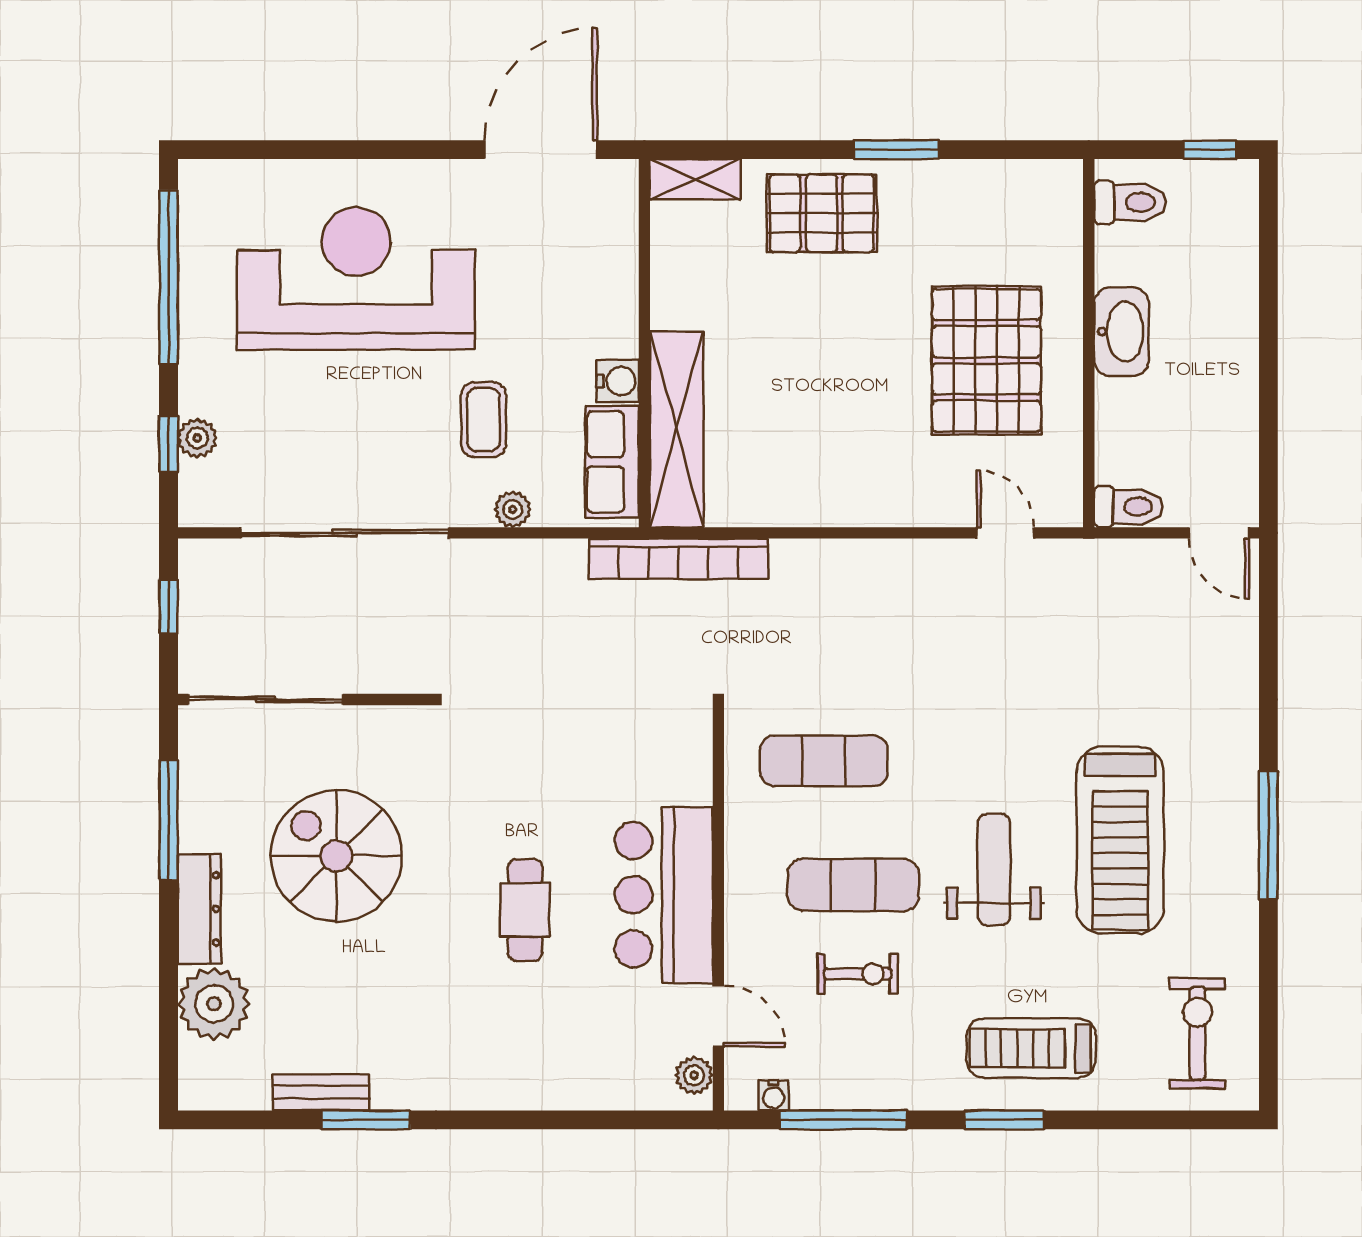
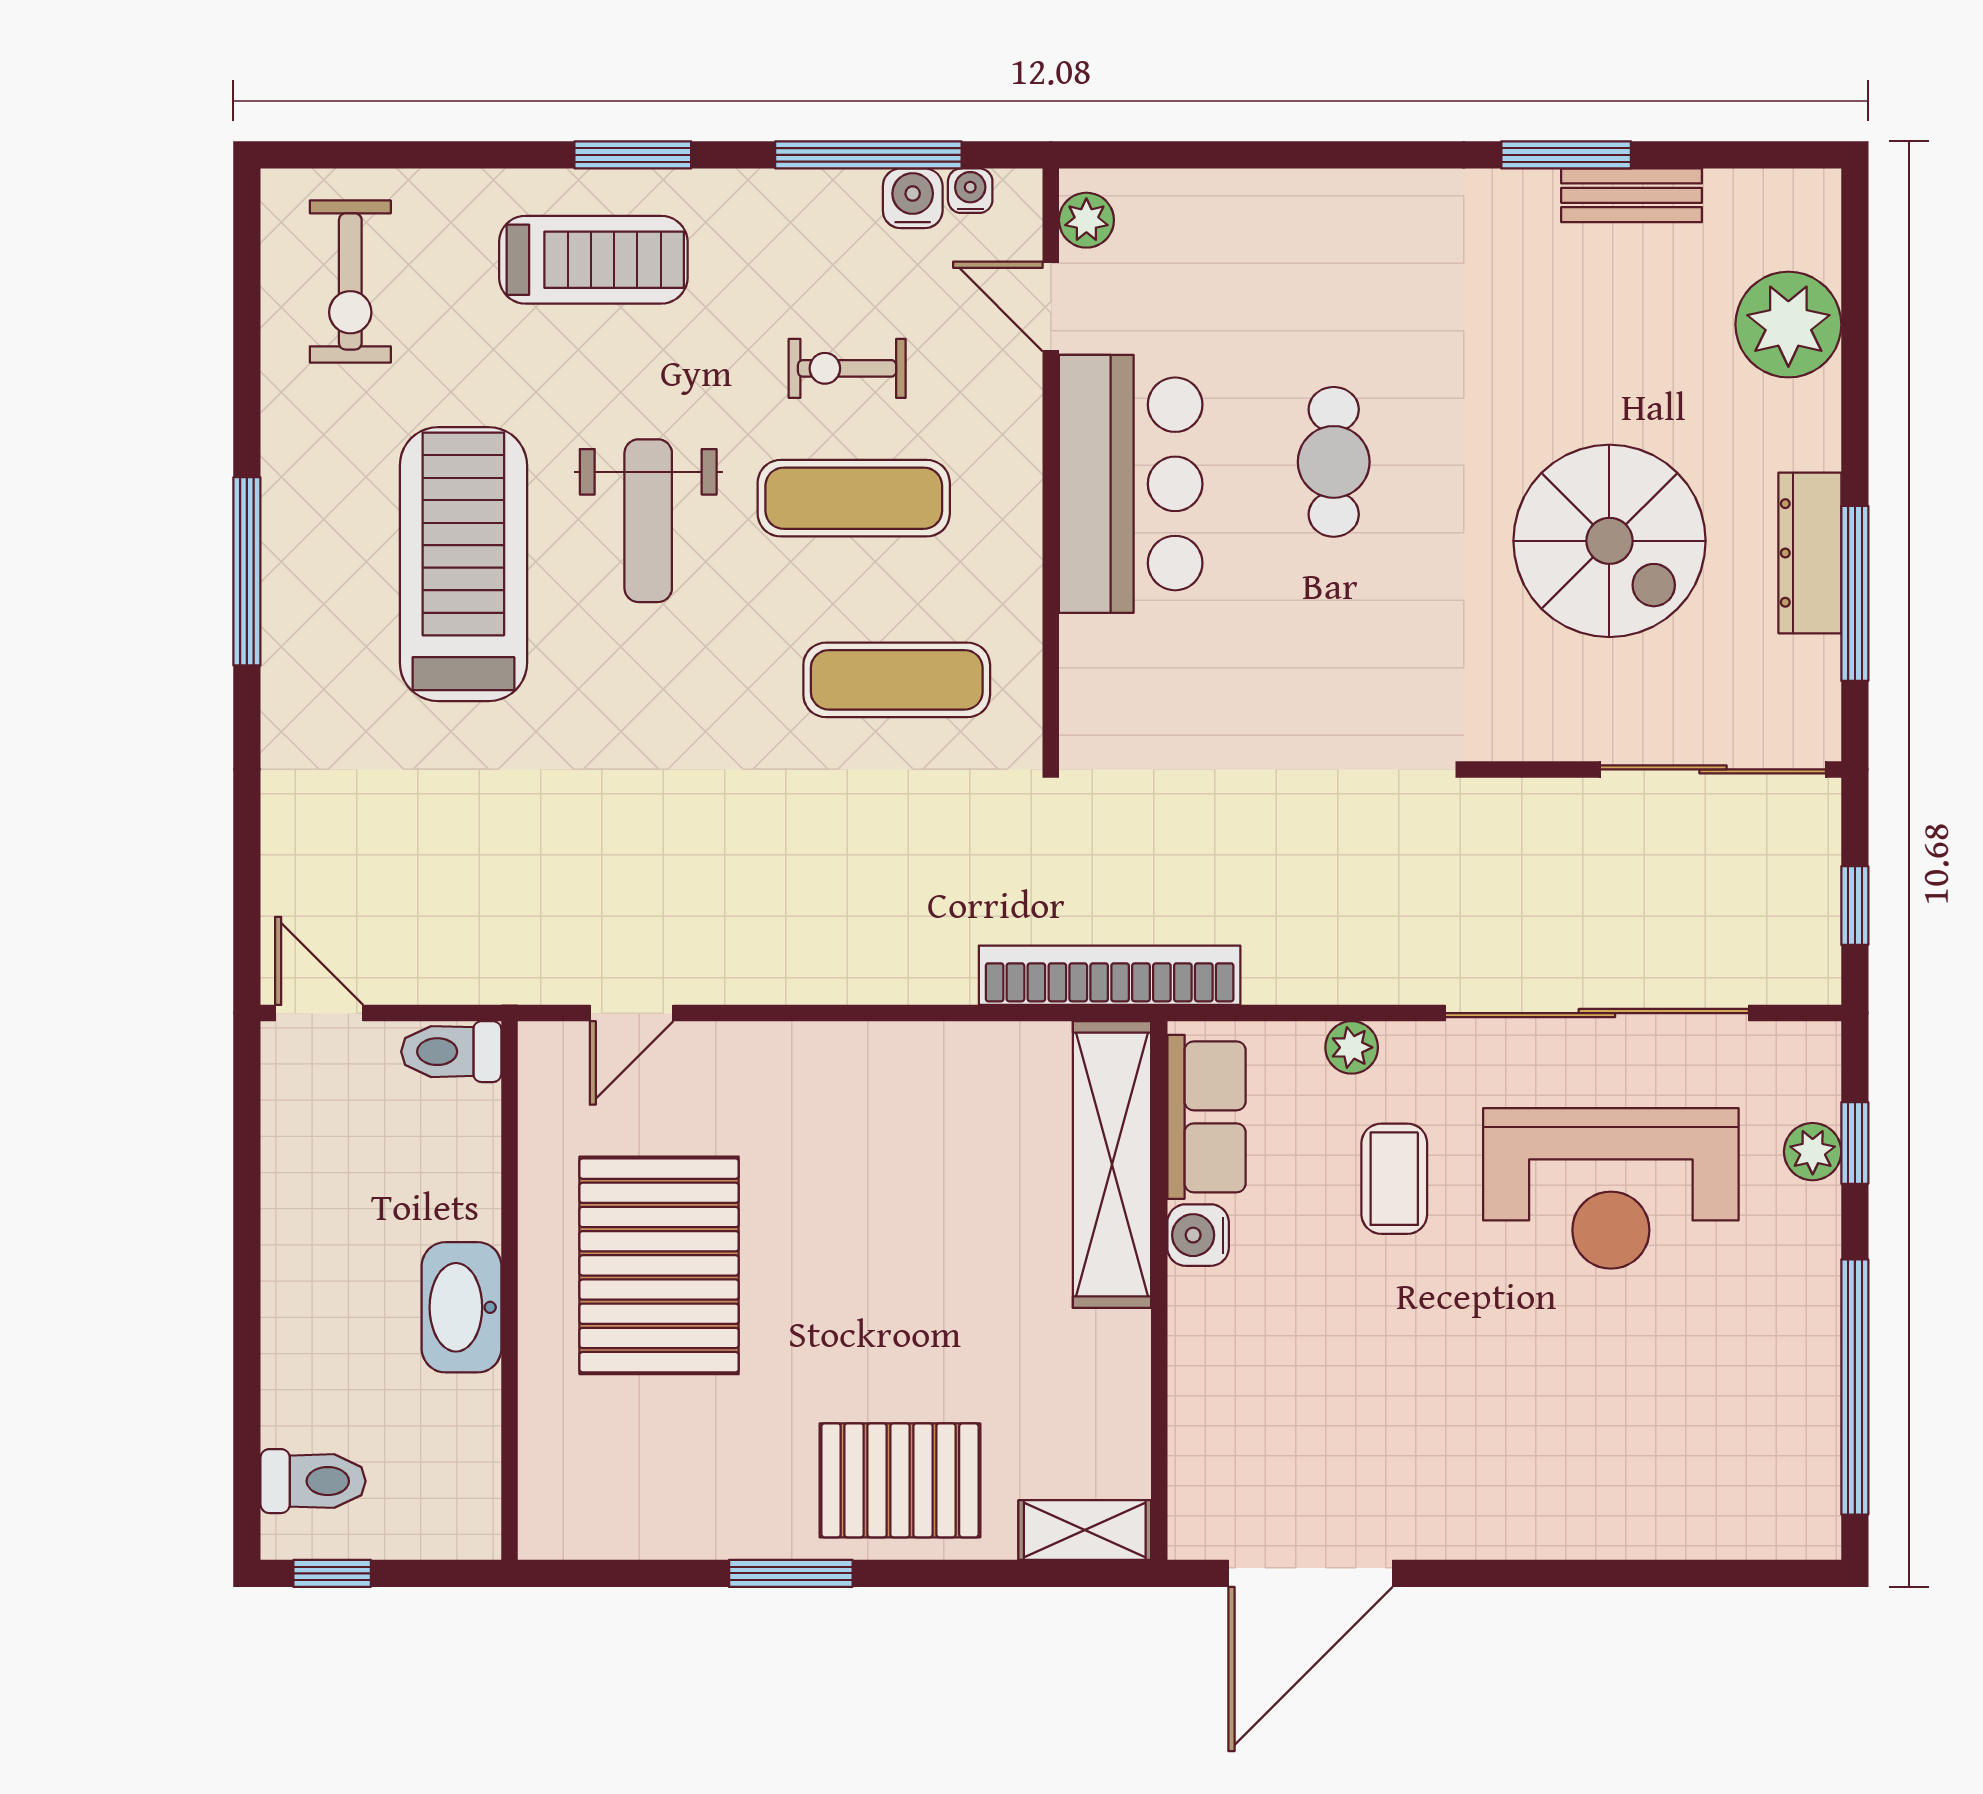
toilet: (1130, 202) -> (313, 1481), moved, turned 180
reception desk: (356, 279) -> (1611, 1188), moved, width x0.74, depth x0.77
door: (1005, 533) -> (632, 1013), hinge flipped
dresser: (199, 909) -> (1810, 553), moved
water cooler: (813, 1090) -> (913, 198), added

